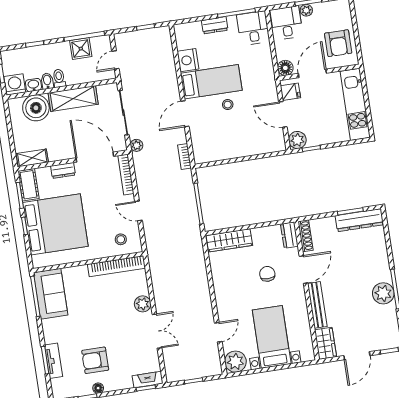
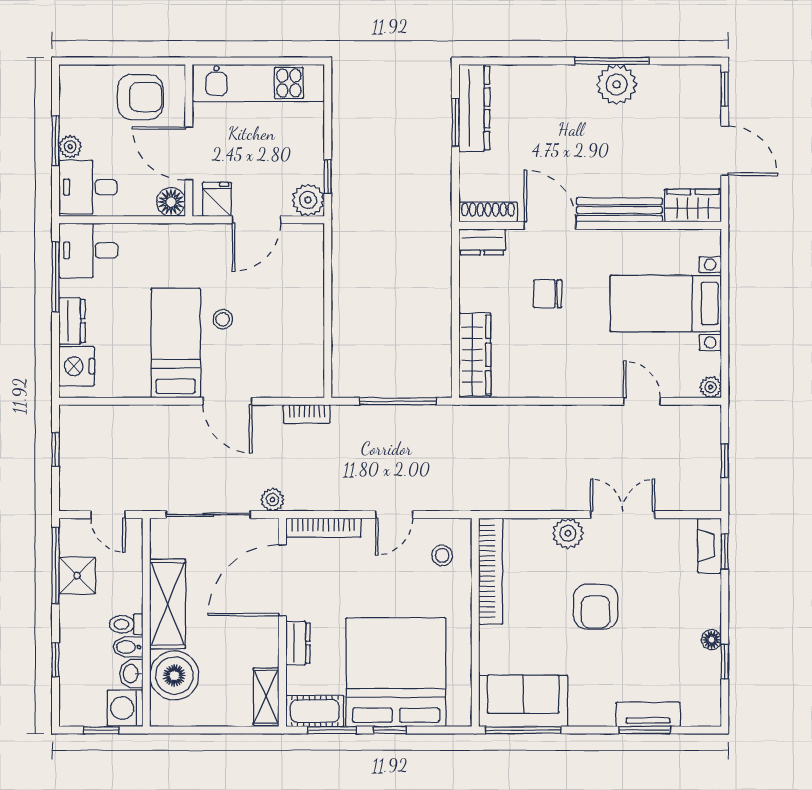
nightstand: (188, 60) -> (77, 366), moved, turned 90
armchair: (95, 360) -> (596, 607), moved
plant: (235, 362) -> (711, 387), width x0.53, depth x0.53

